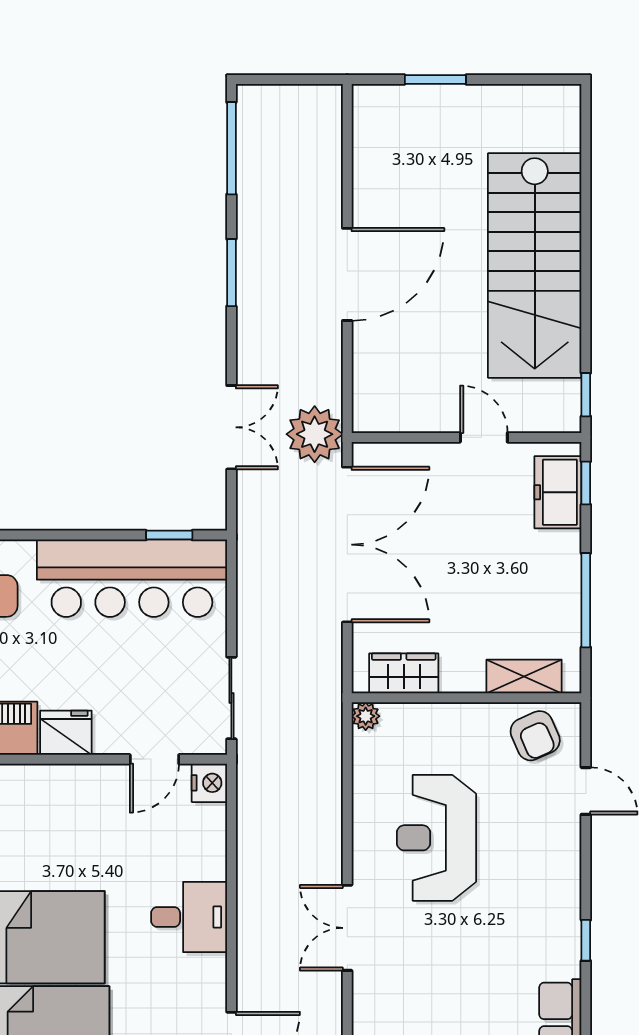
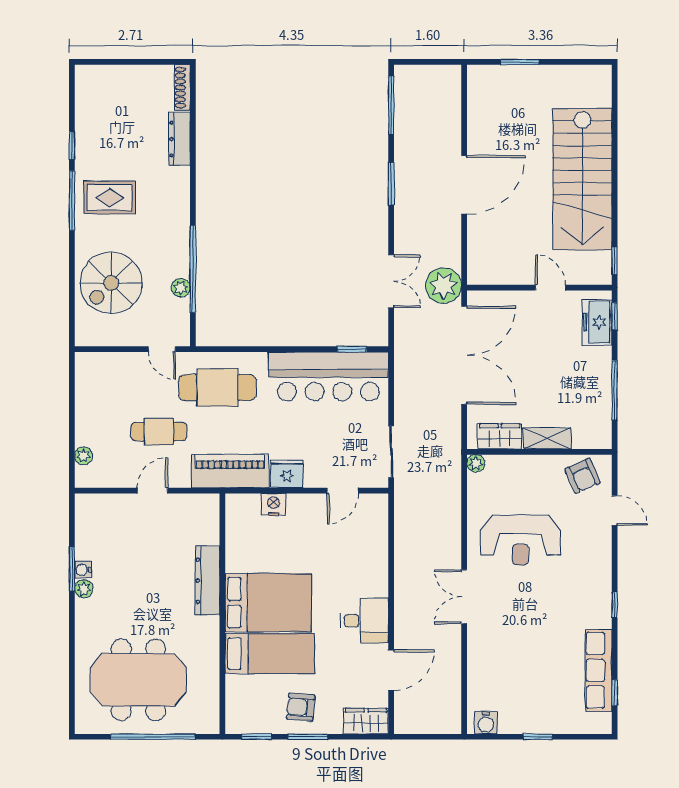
shelving: (524, 677) -> (547, 438), moved
nightstand: (209, 783) -> (274, 504), moved, turned -90
reception desk: (436, 838) -> (520, 540), turned -90
desk: (189, 917) -> (364, 621), moved

